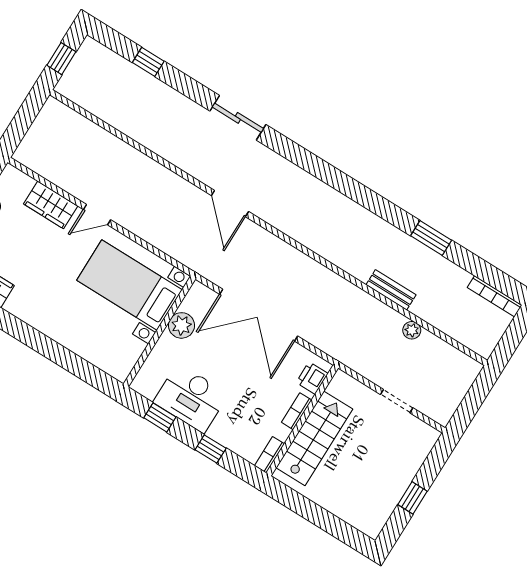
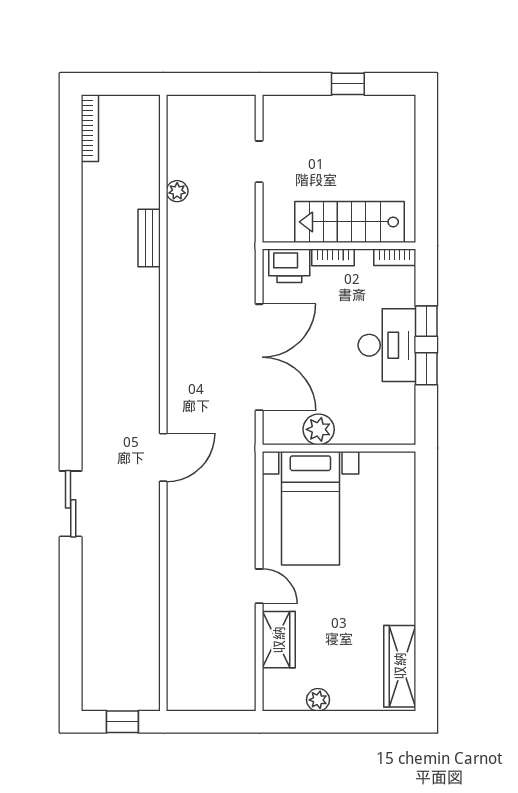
window: (148, 62) -> (71, 631), removed
window: (431, 238) -> (71, 230), removed
printer: (312, 378) -> (289, 266), width x1.36, depth x1.24
desk: (191, 398) -> (387, 345), moved
window: (160, 417) -> (426, 369), moved

